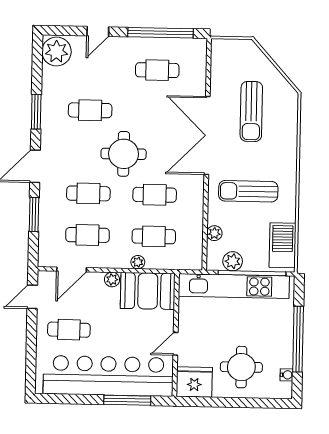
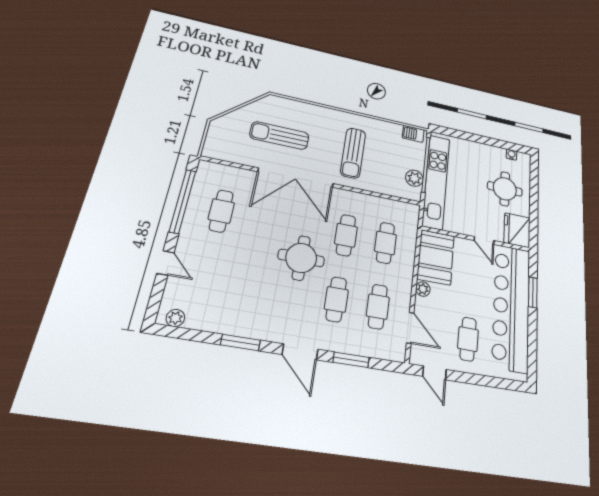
plant: (56, 52) -> (175, 318), width x0.53, depth x0.53
cafe table: (90, 110) -> (250, 284), removed
sun lounger: (251, 111) -> (279, 136), turned 180
plant: (214, 233) -> (388, 189), removed
barbecue: (283, 245) -> (413, 134), width x0.53, depth x0.65
plant: (138, 262) -> (408, 262), removed
window: (298, 339) -> (483, 140), removed
window: (127, 400) -> (533, 292), width x0.69

